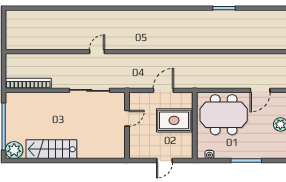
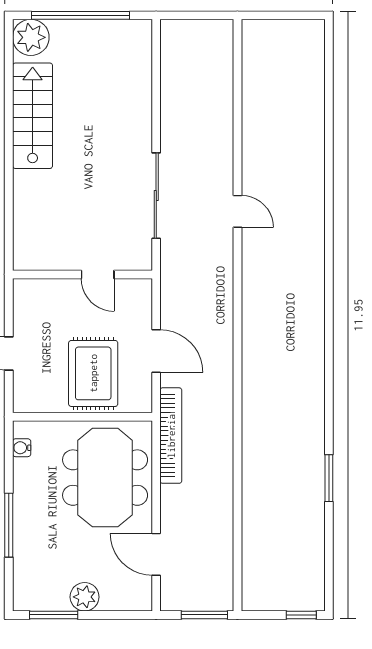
bookcase: (28, 83) -> (171, 436), moved

